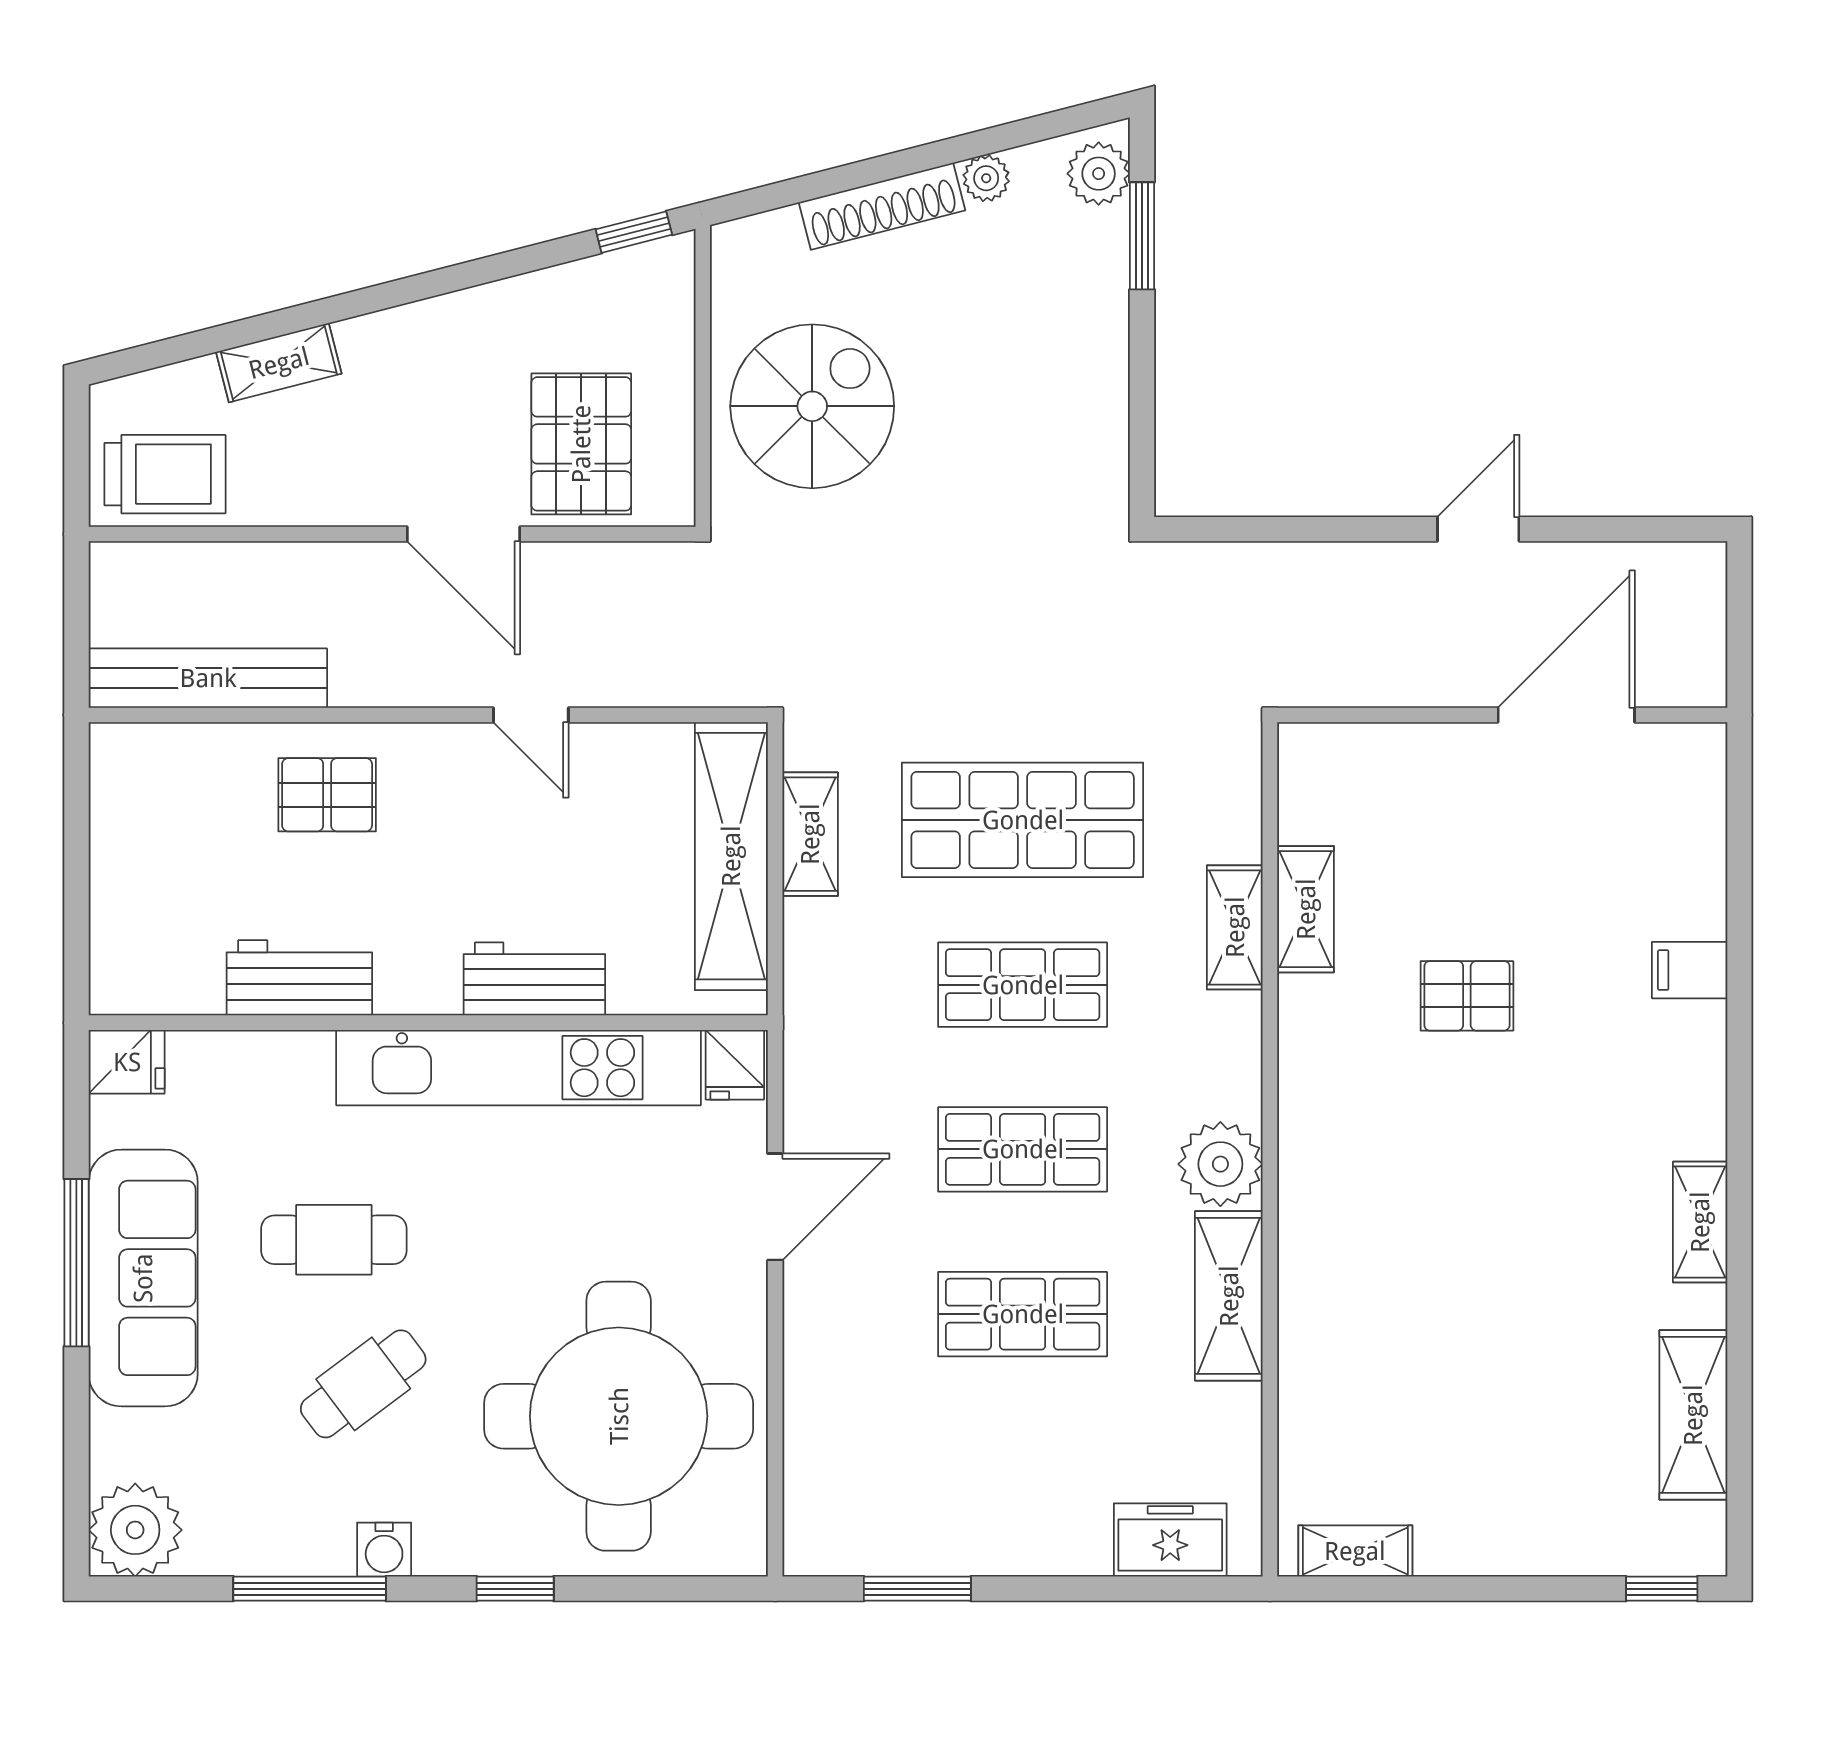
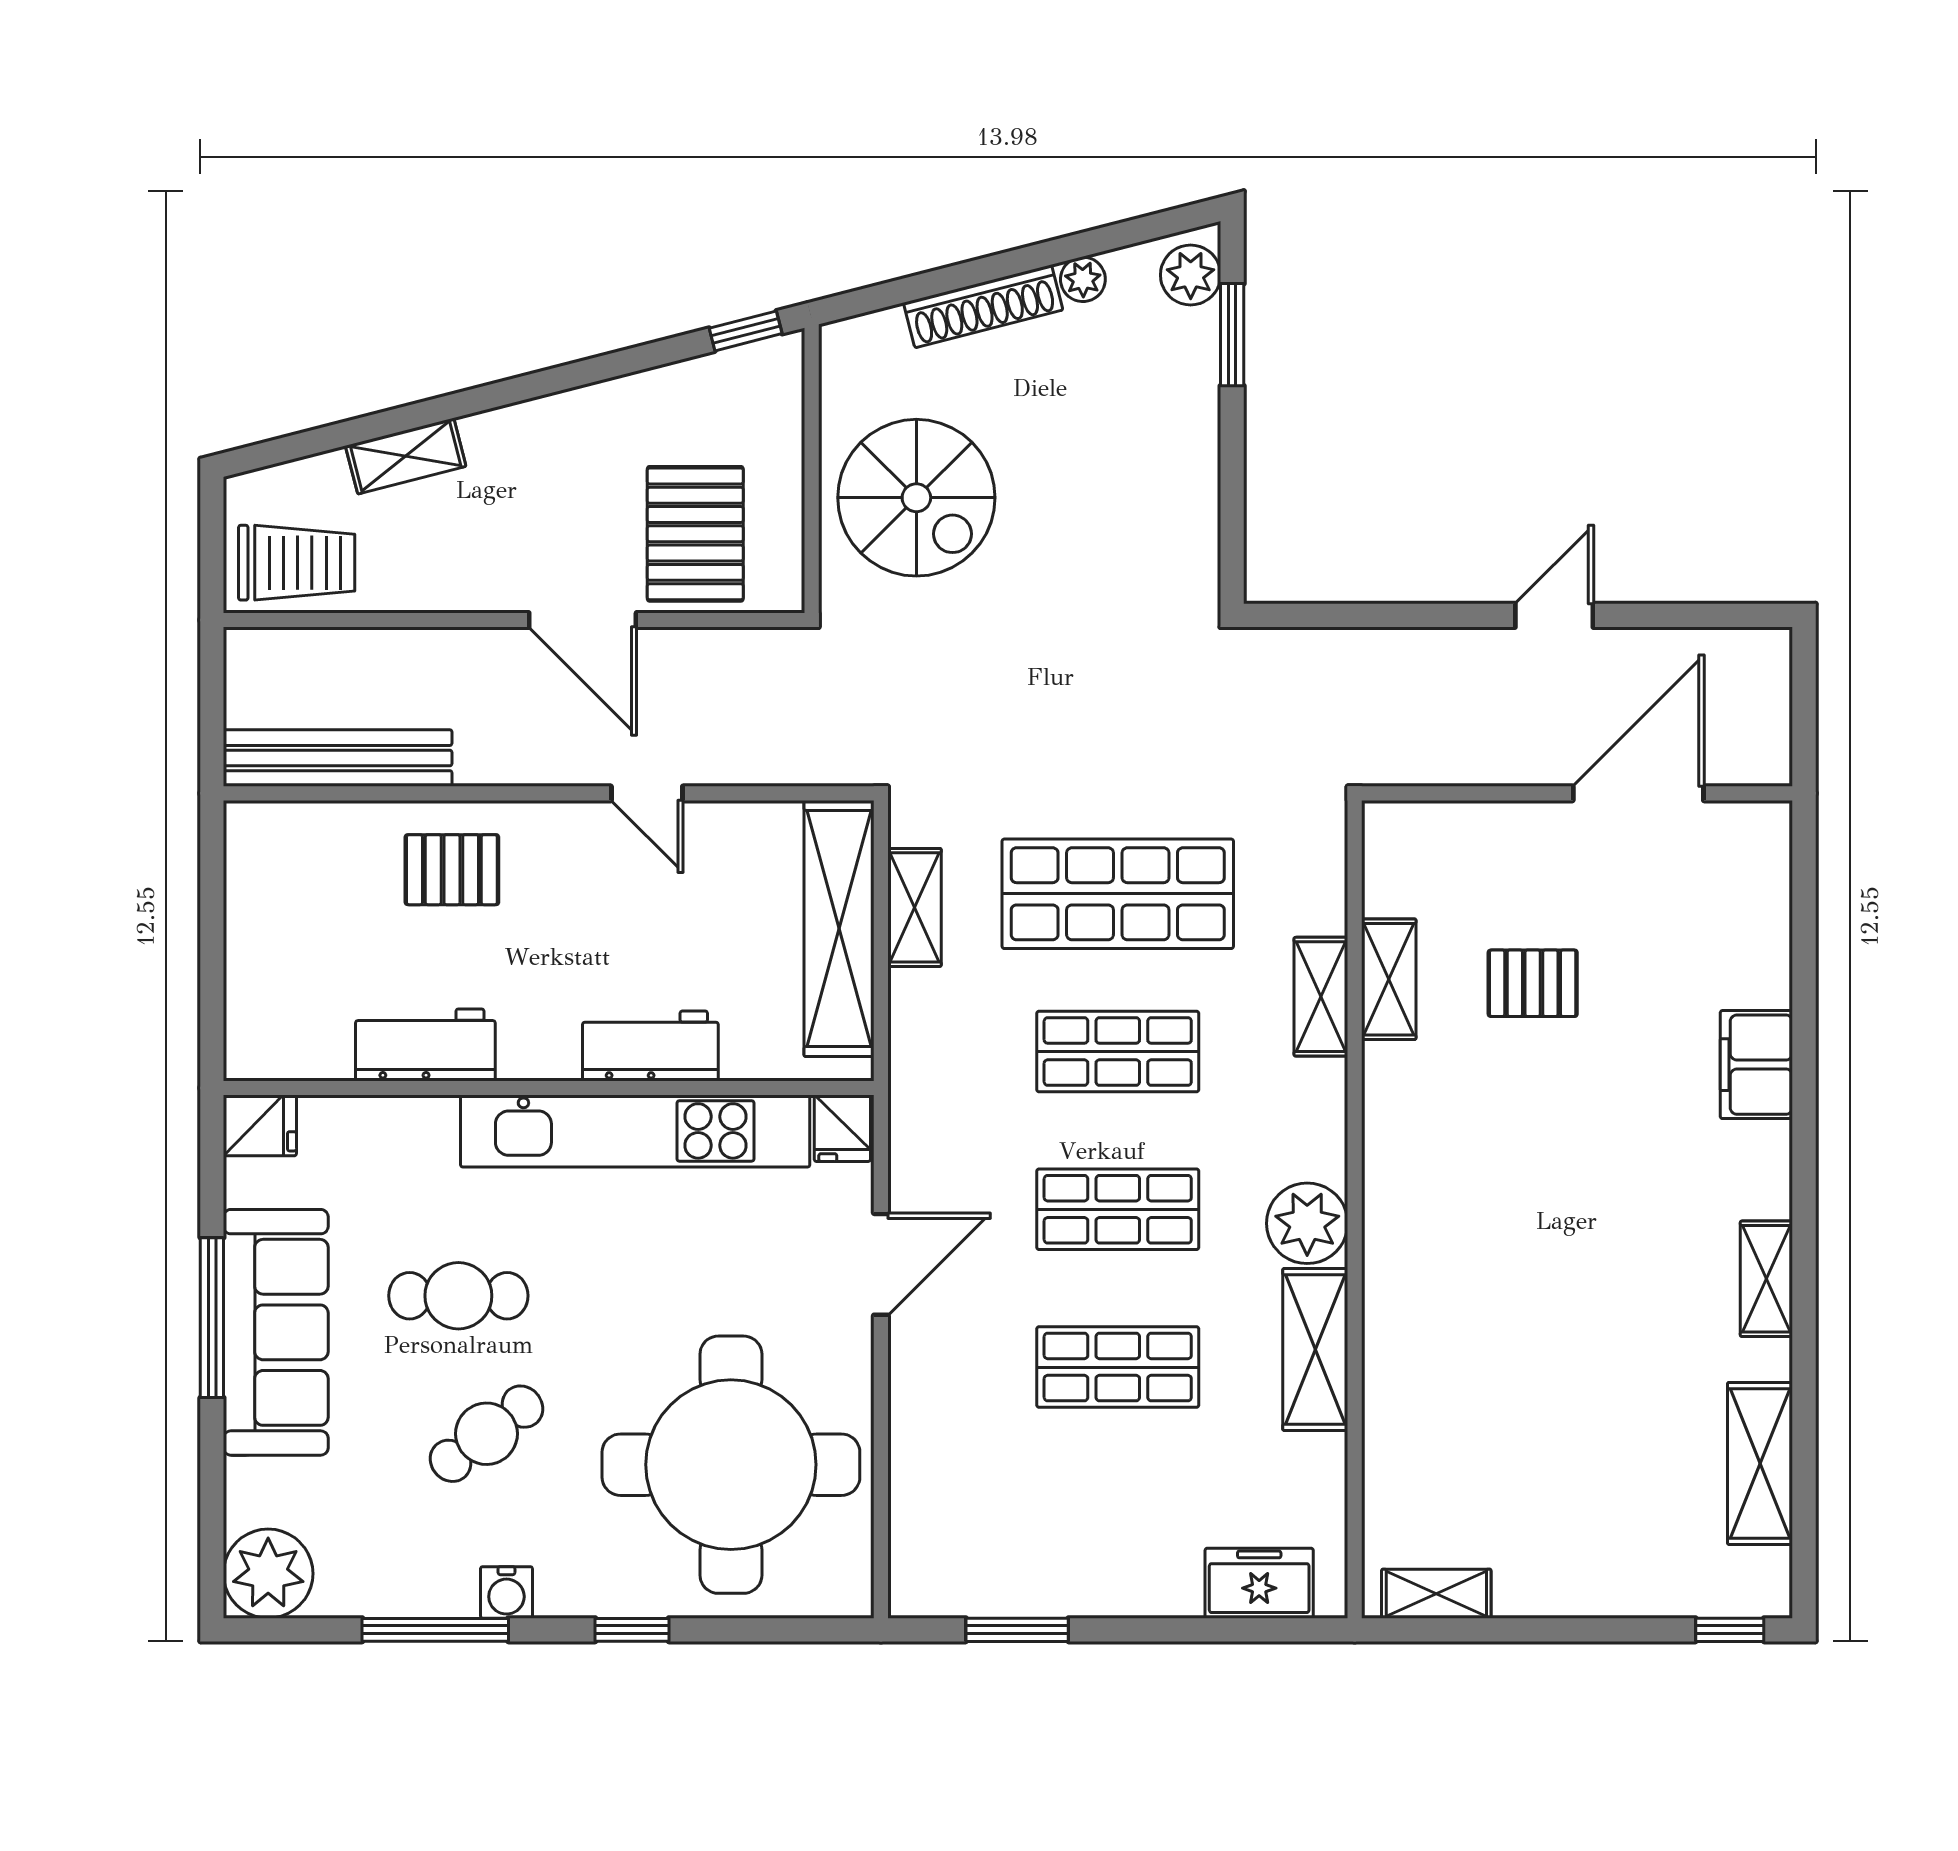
spiral stairs: (812, 406) -> (916, 498), turned 90
filing cabinet: (1690, 970) -> (1756, 1065), width x2.00
pallet: (1467, 996) -> (1533, 983), moved

